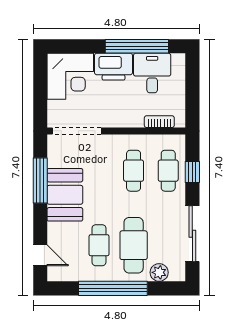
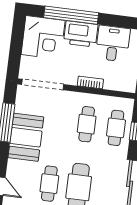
window: (137, 46) -> (71, 15), moved
bookcase: (159, 122) -> (90, 82), moved

